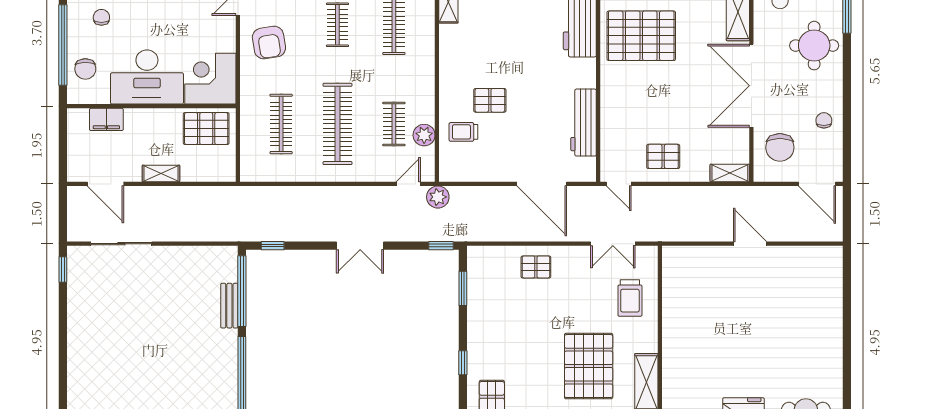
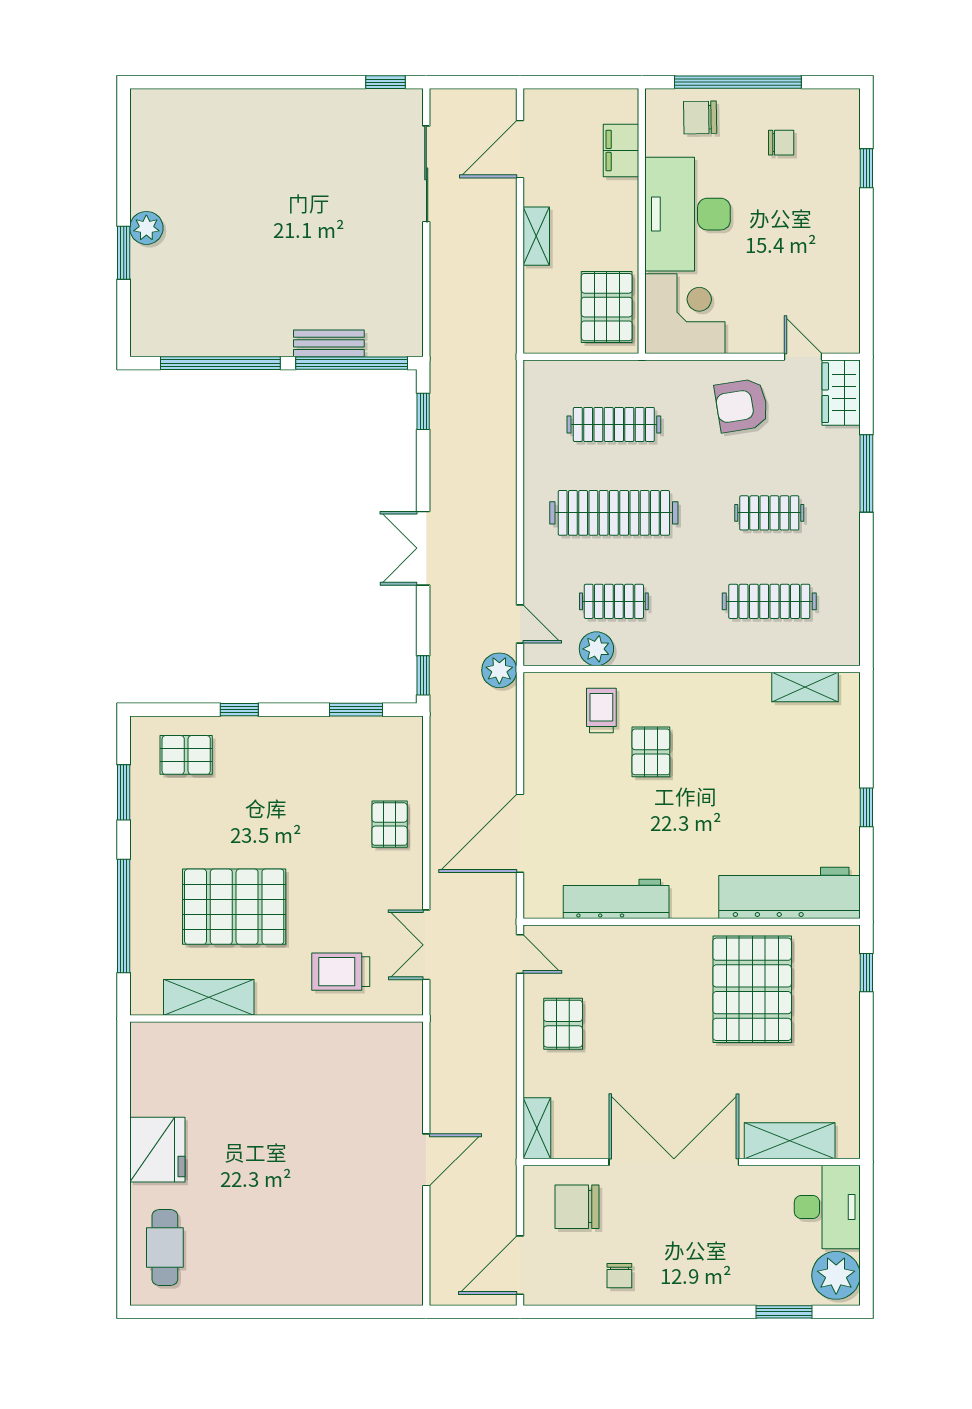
round table: (814, 46) -> (737, 1260), removed
chair: (824, 120) -> (619, 1276), turned 90
door: (619, 184) -> (520, 954), swing flipped

